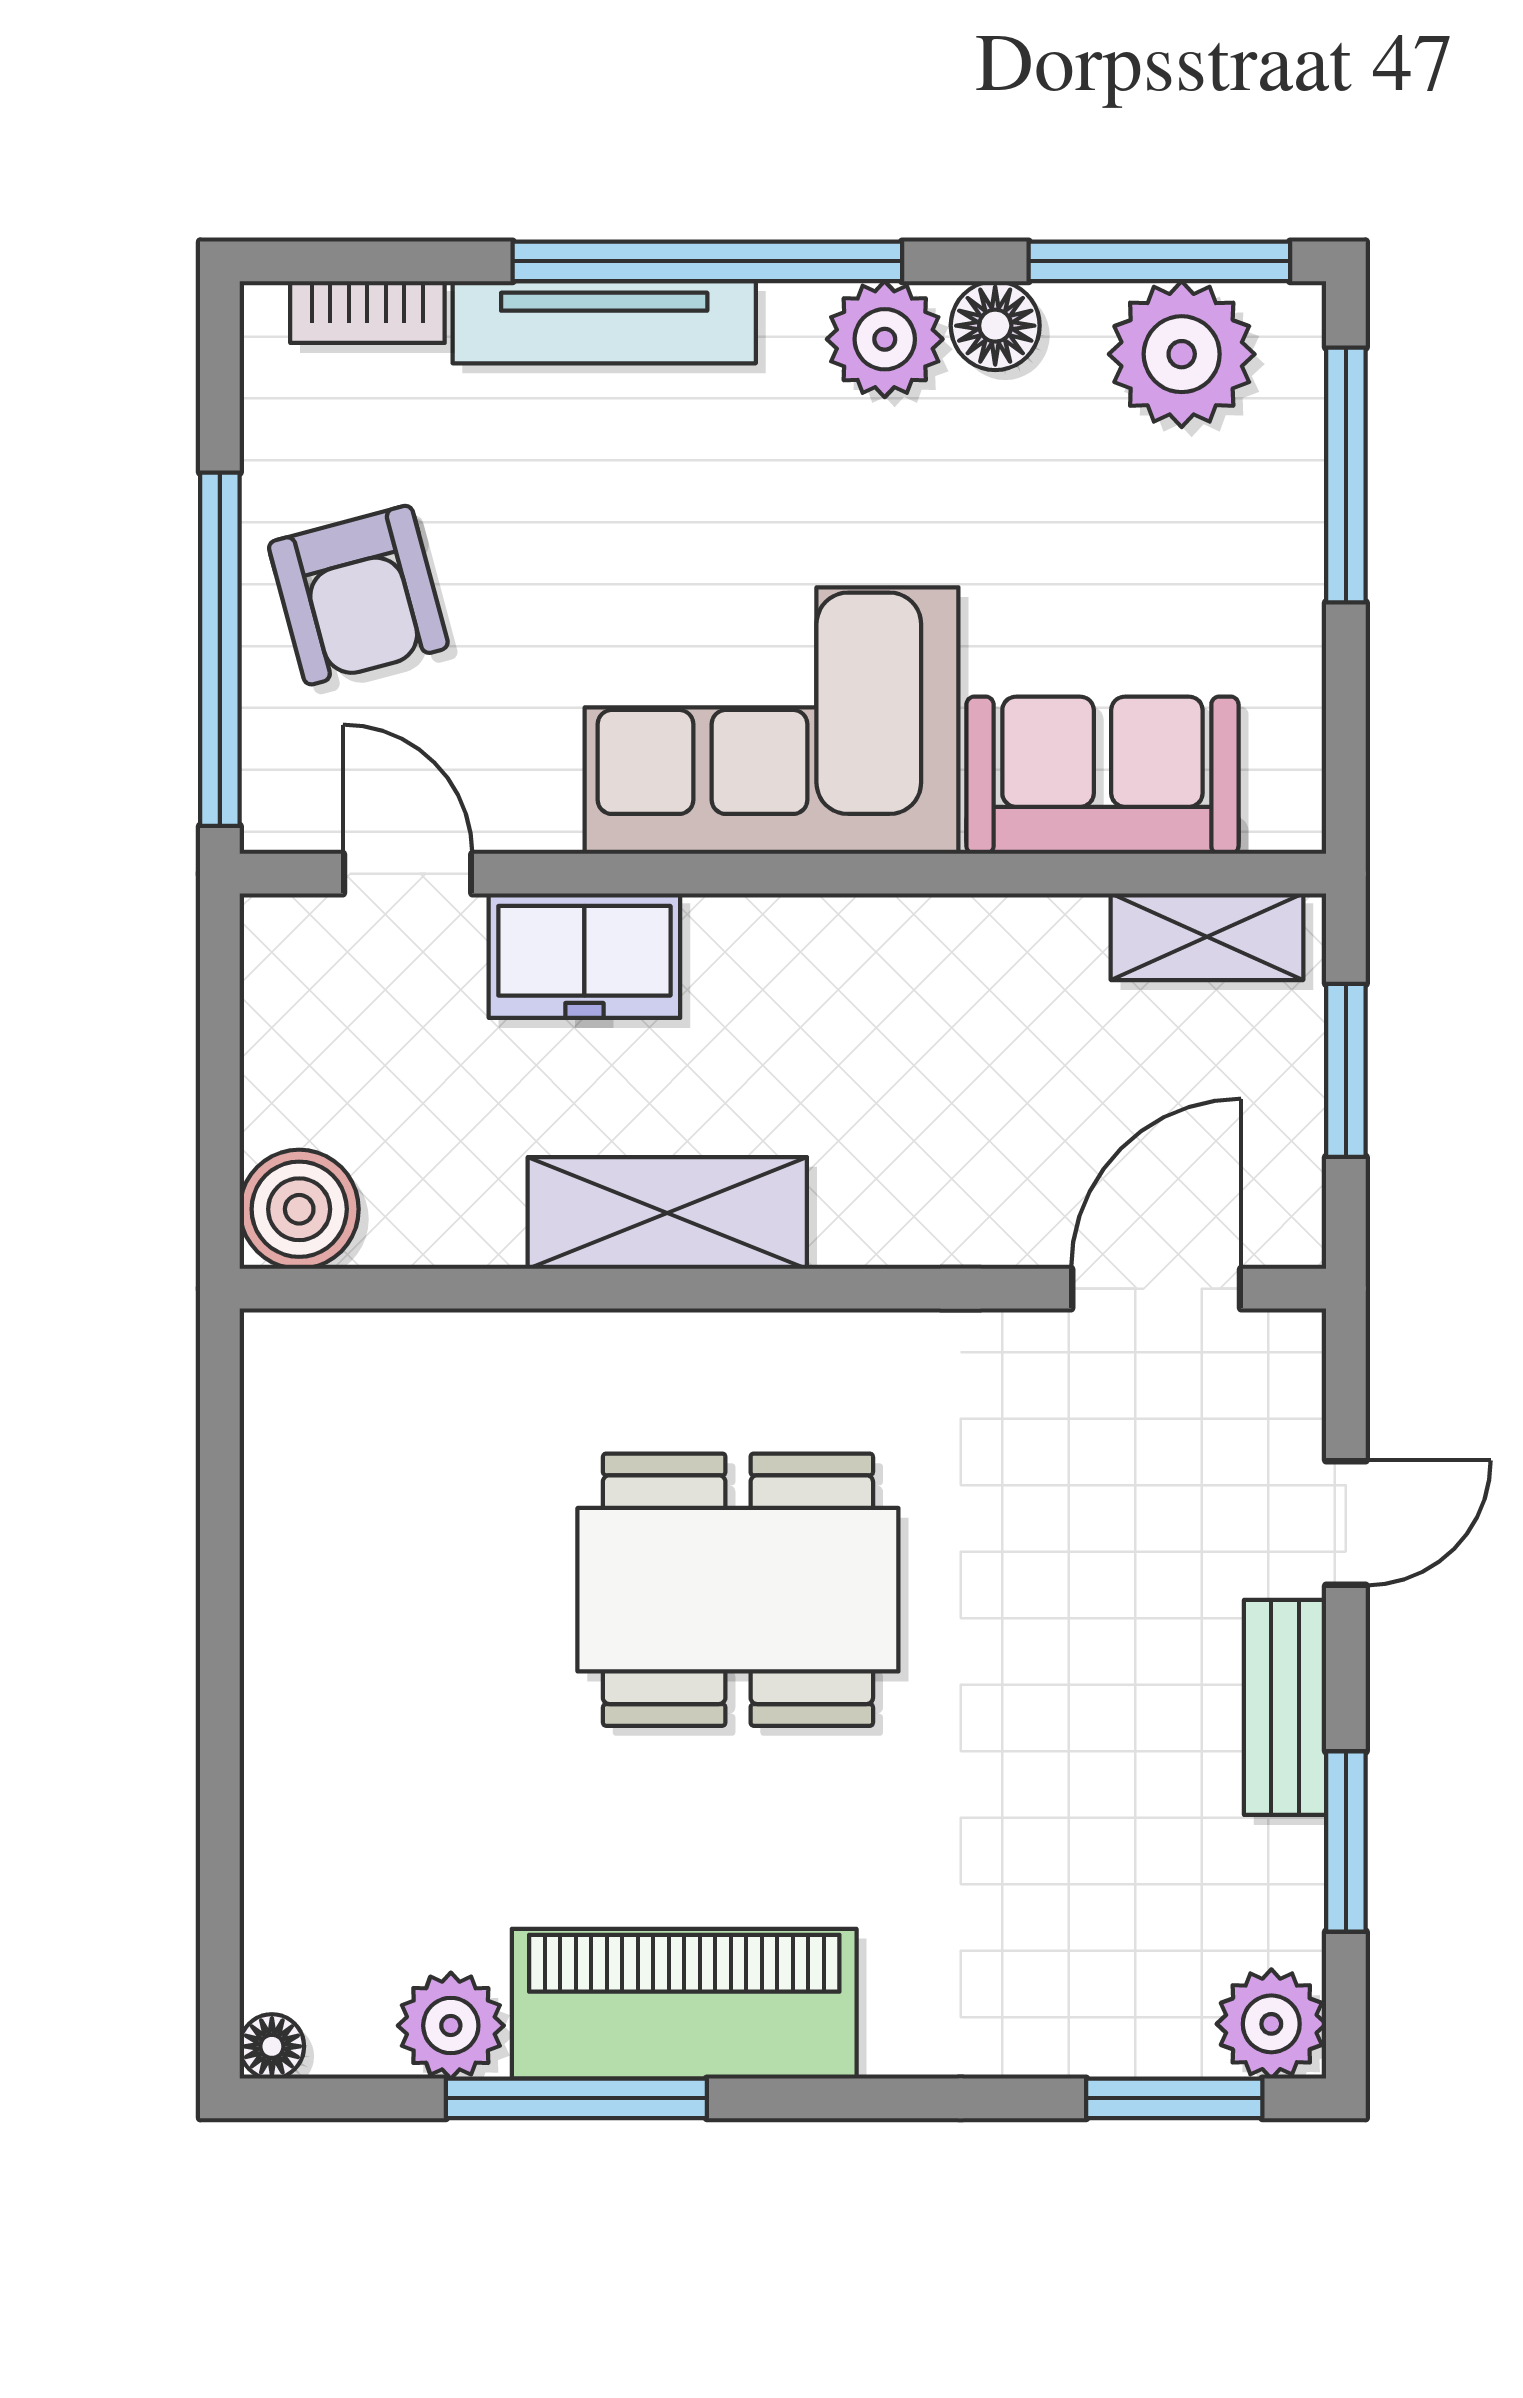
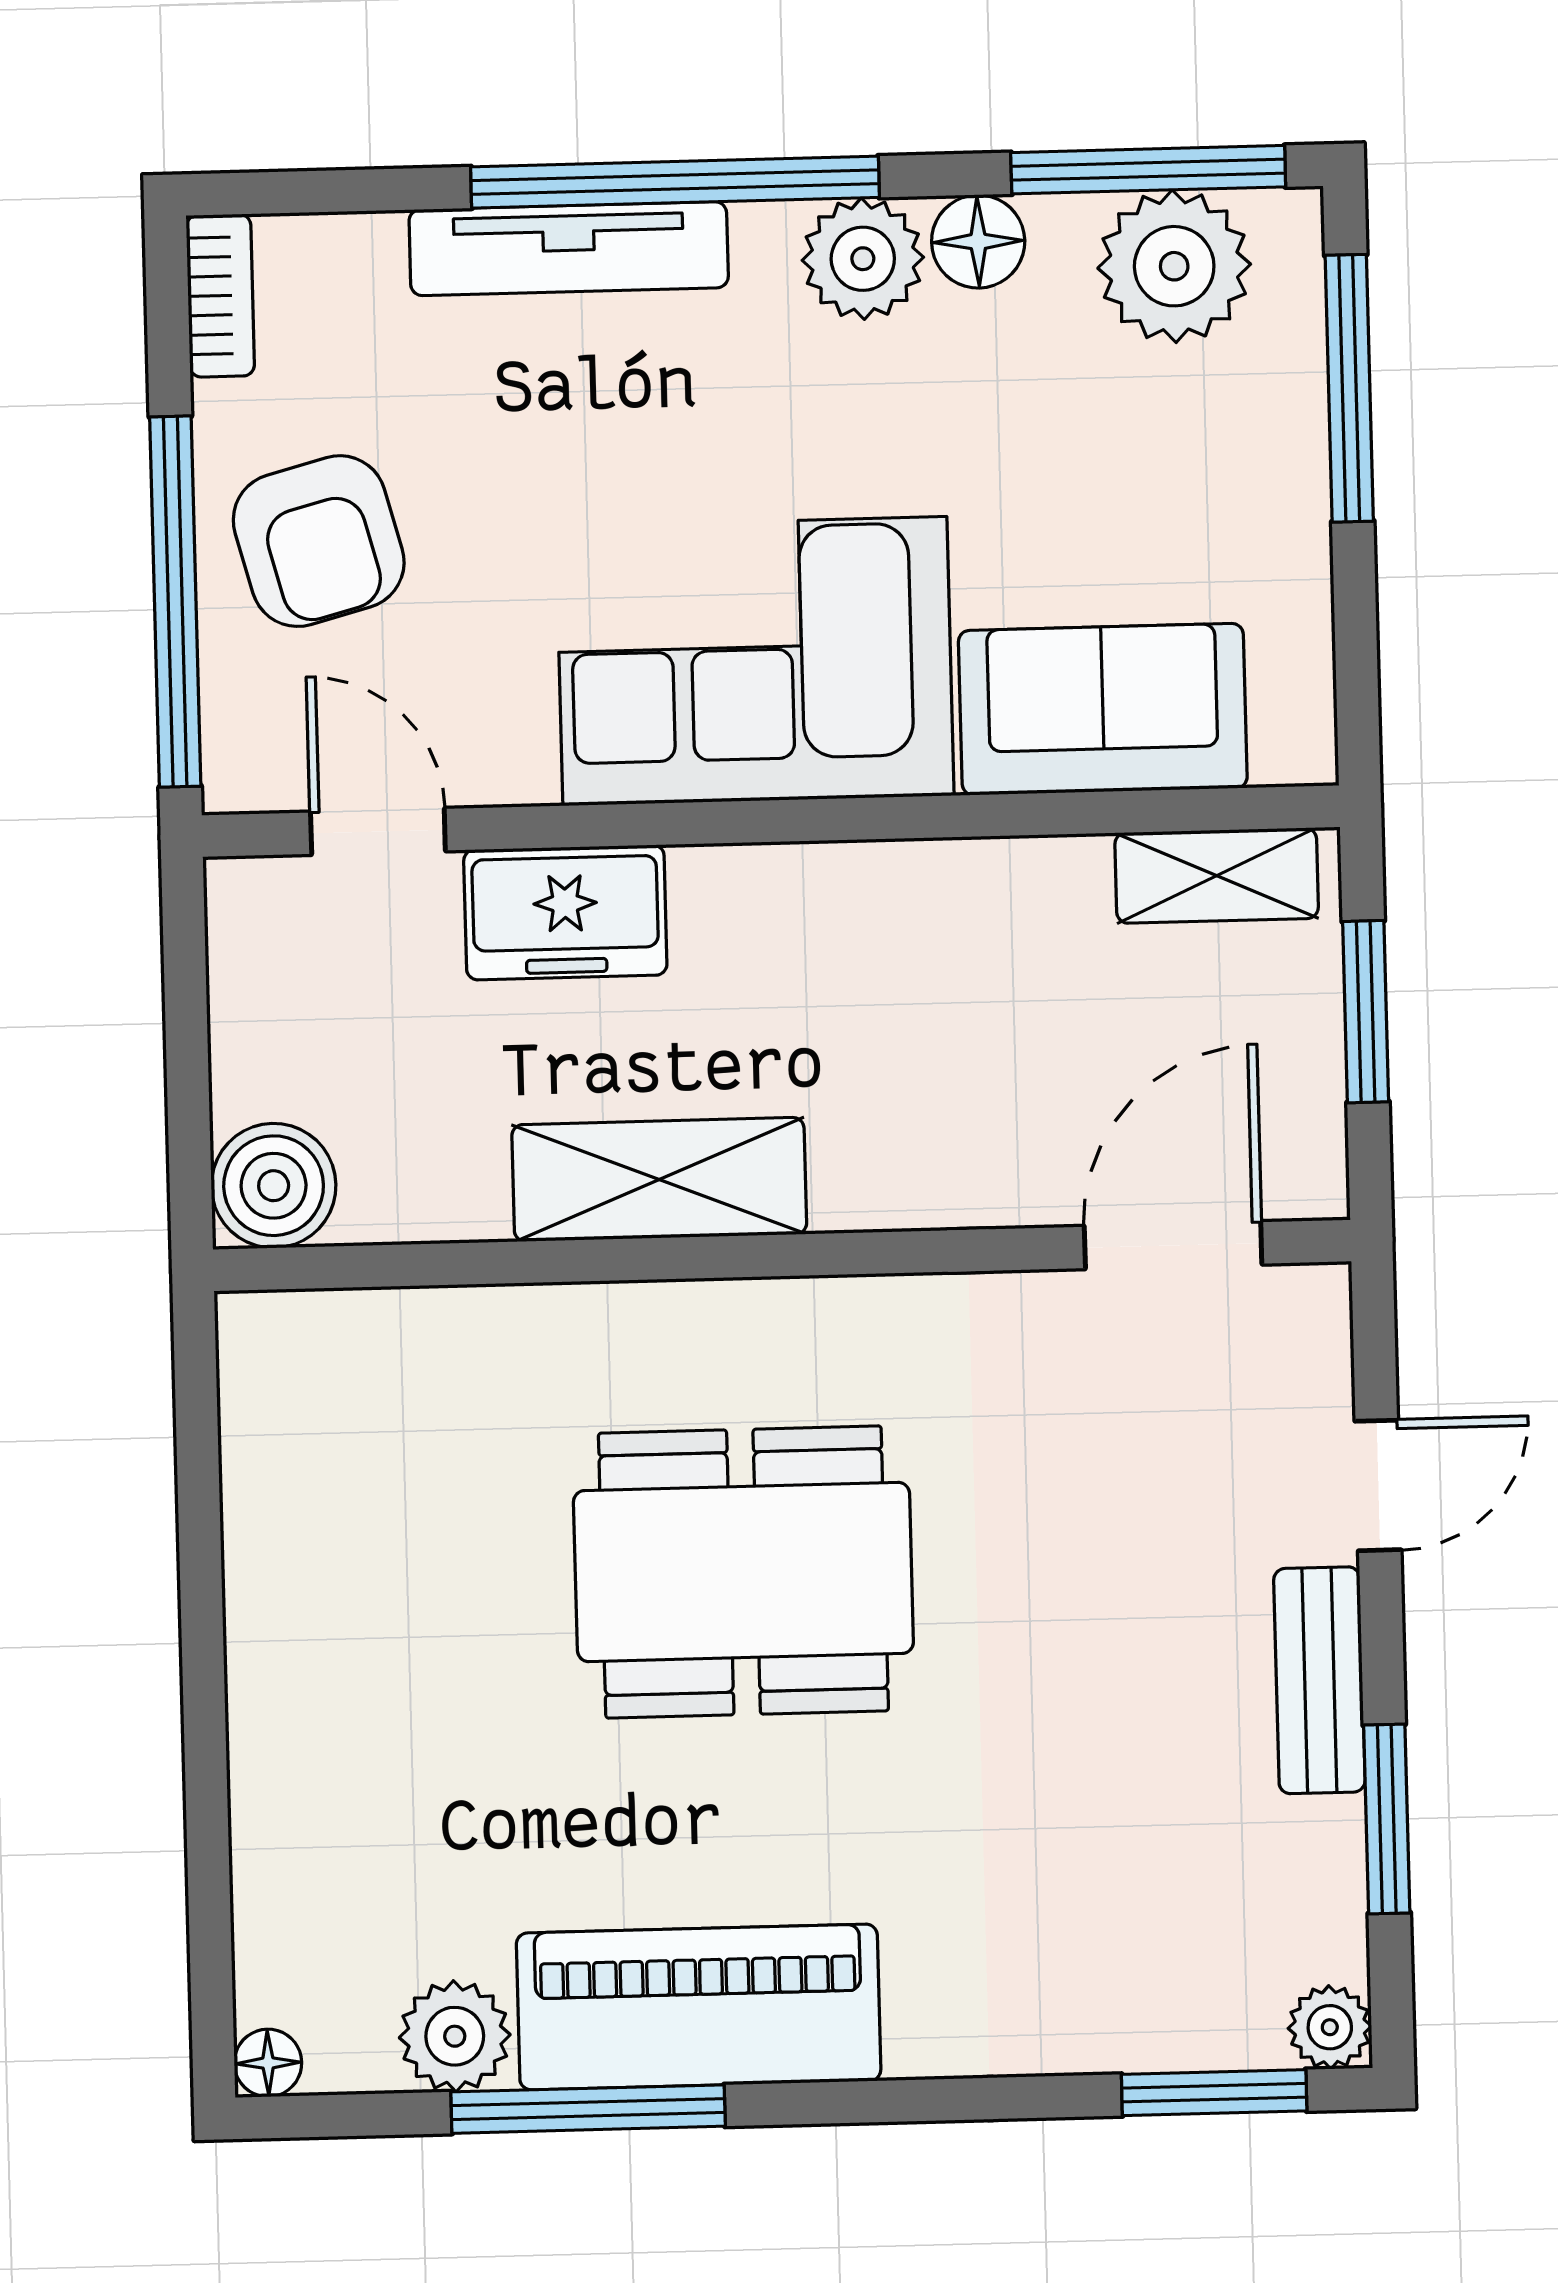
bookcase: (367, 312) -> (220, 296), moved, turned -90
plant: (1271, 2024) -> (1330, 2027), width x0.73, depth x0.73

